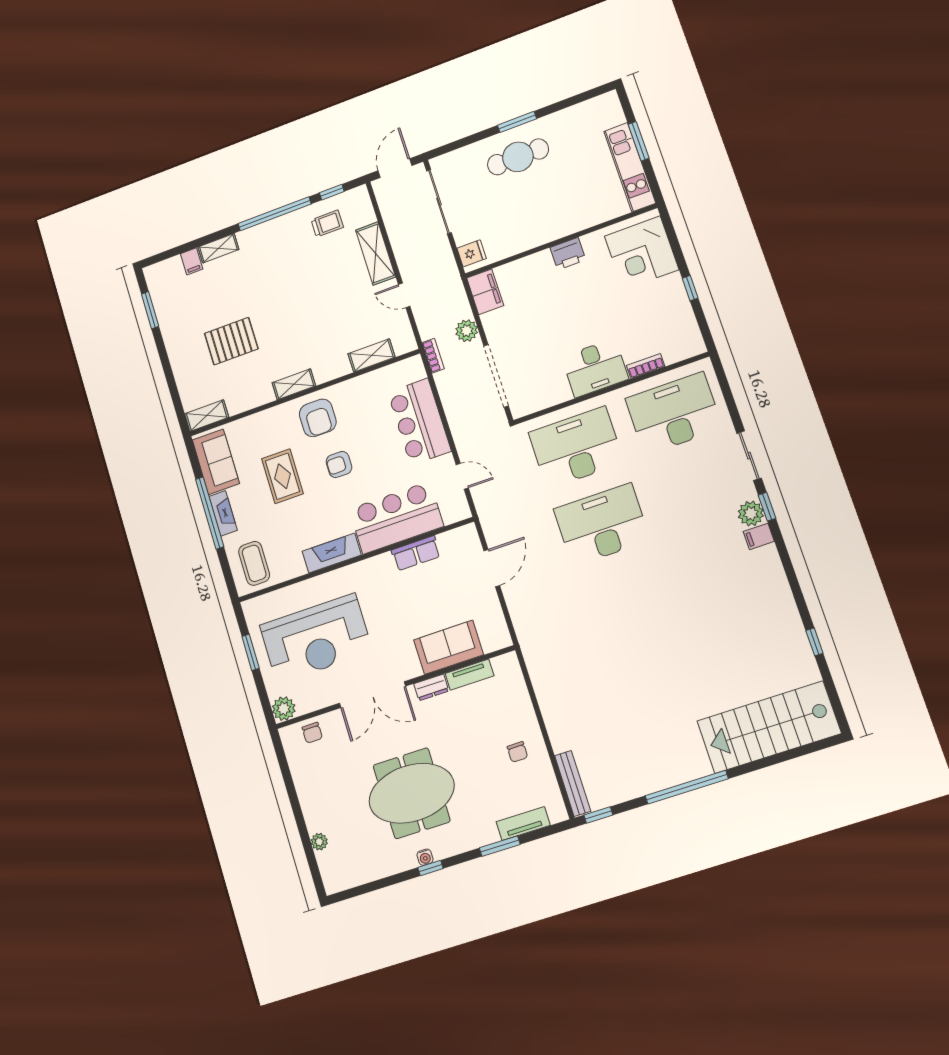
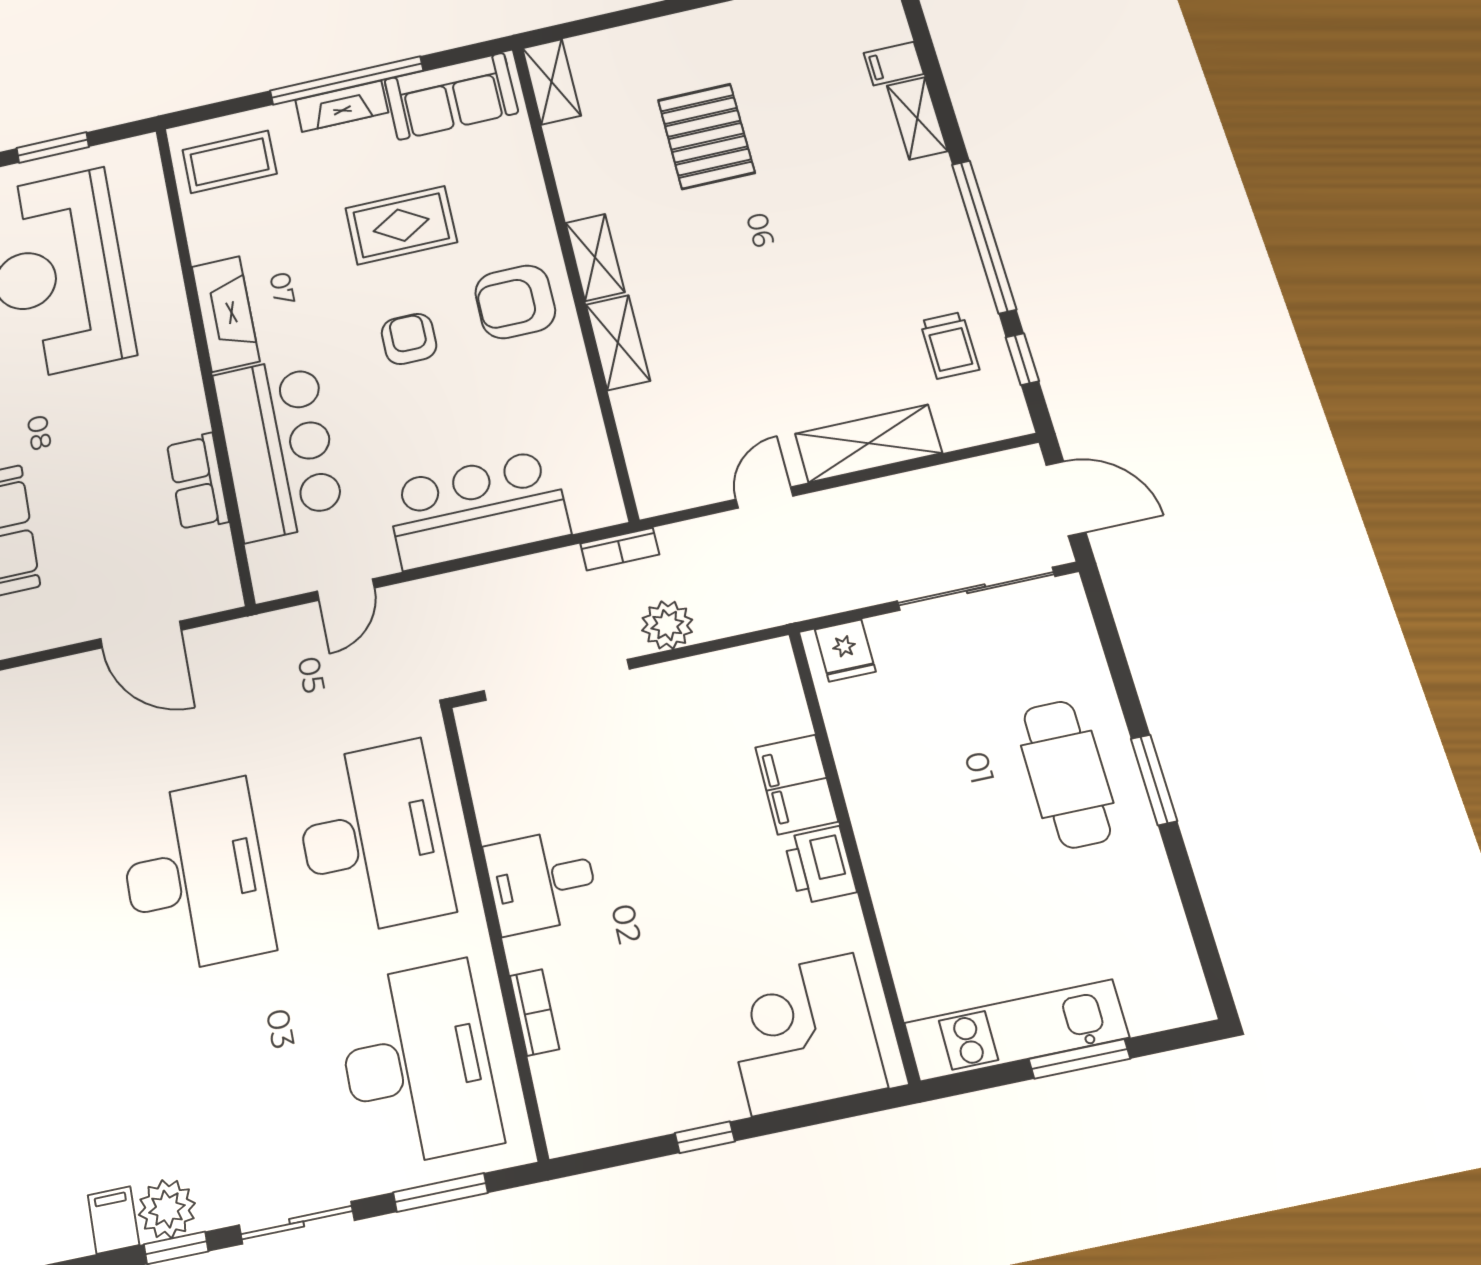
filing cabinet: (485, 292) -> (797, 784), moved, turned 90
shelving: (372, 355) -> (618, 343), moved
desk: (595, 368) -> (542, 881), width x0.73
window: (728, 396) -> (440, 1193), added

